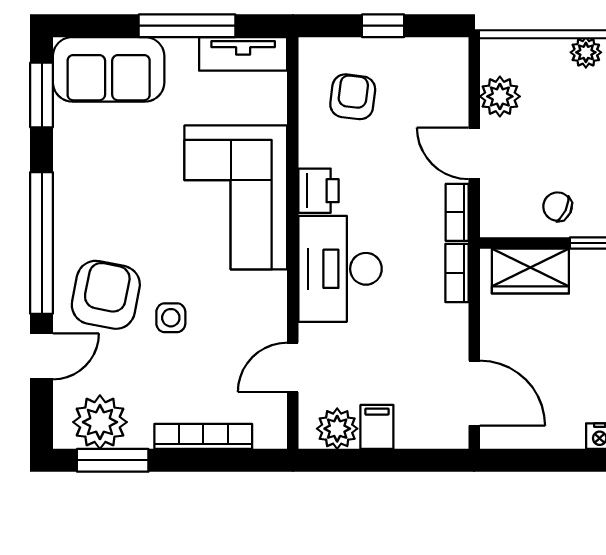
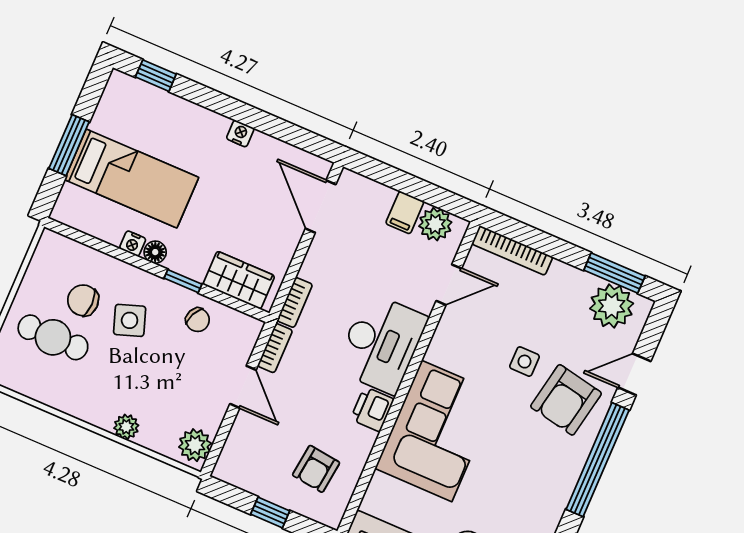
plant: (500, 96) -> (195, 445), moved
bookcase: (203, 436) -> (512, 250), moved

